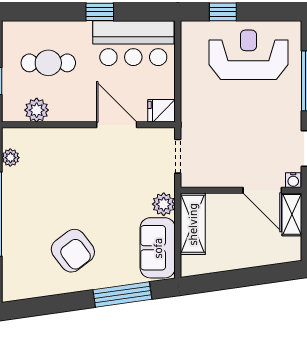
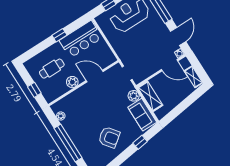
plant: (37, 110) -> (72, 82), moved
fridge: (161, 111) -> (109, 59), removed
shelving: (292, 214) -> (193, 77), moved
window: (122, 295) -> (140, 142), width x0.46

